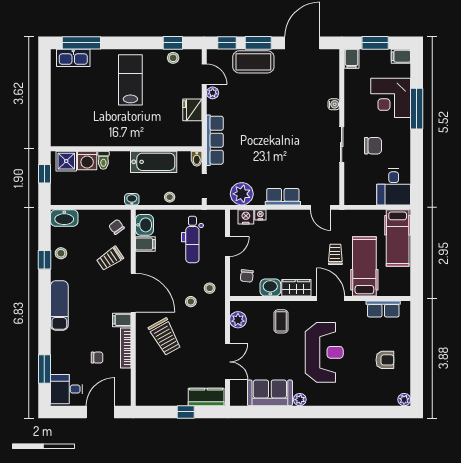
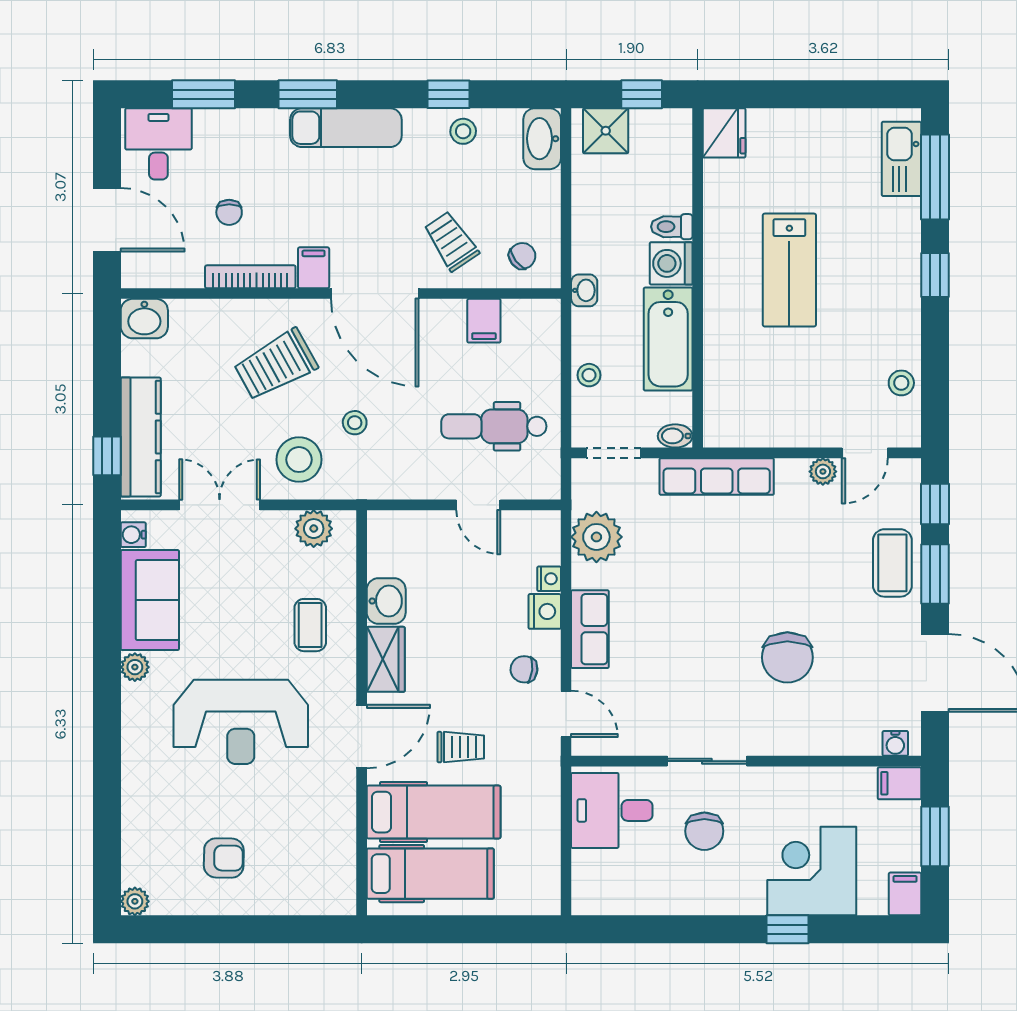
window: (173, 43) -> (935, 275), moved
coffee table: (253, 62) -> (892, 563), width x0.73, depth x0.76
lab bench: (130, 80) -> (789, 270), moved, turned 90
water cooler: (334, 104) -> (895, 743), moved
chair: (295, 109) -> (787, 657), added
window: (417, 109) -> (787, 929), width x0.46
fridge: (192, 110) -> (724, 133), moved, turned 90
washing machine: (87, 160) -> (671, 263), moved
shower: (66, 161) -> (606, 131), moved
desk: (394, 187) -> (612, 810), moved
door: (321, 207) -> (566, 714), swing flipped
nightstand: (246, 217) -> (545, 611), moved
washbasin: (144, 225) -> (144, 319), moved
hospital bed: (398, 238) -> (430, 874), moved, turned 180
chair: (247, 276) -> (524, 669), moved
stool: (210, 288) -> (299, 460), moved, width x1.89, depth x1.89
door: (133, 293) -> (375, 294), hinge flipped
row of seats: (383, 309) -> (338, 854), removed
coffee table: (281, 321) -> (310, 625), turned 90
window: (44, 322) -> (308, 94), added
armchair: (385, 360) -> (224, 858), turned -89
double door: (227, 362) -> (220, 505), swing flipped
kitchen counter: (206, 397) -> (141, 437), width x1.50
water cooler: (241, 400) -> (133, 535), added
window: (186, 412) -> (107, 456), moved

